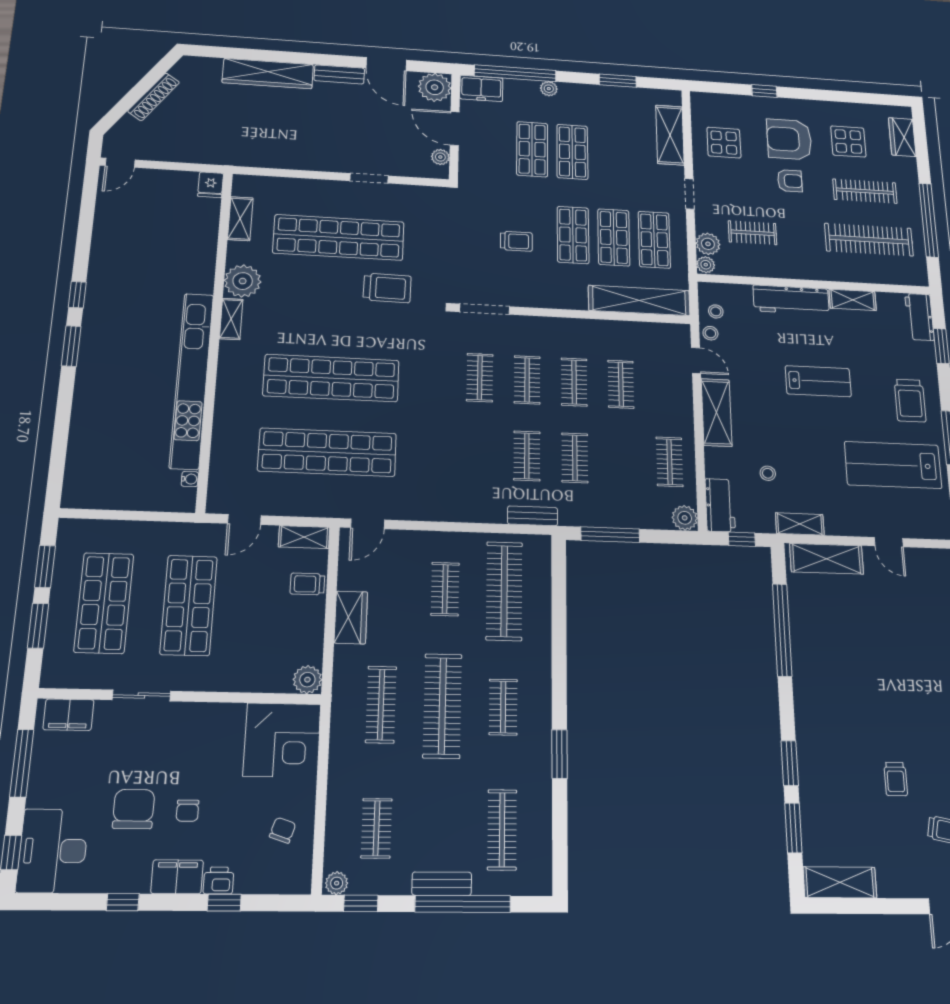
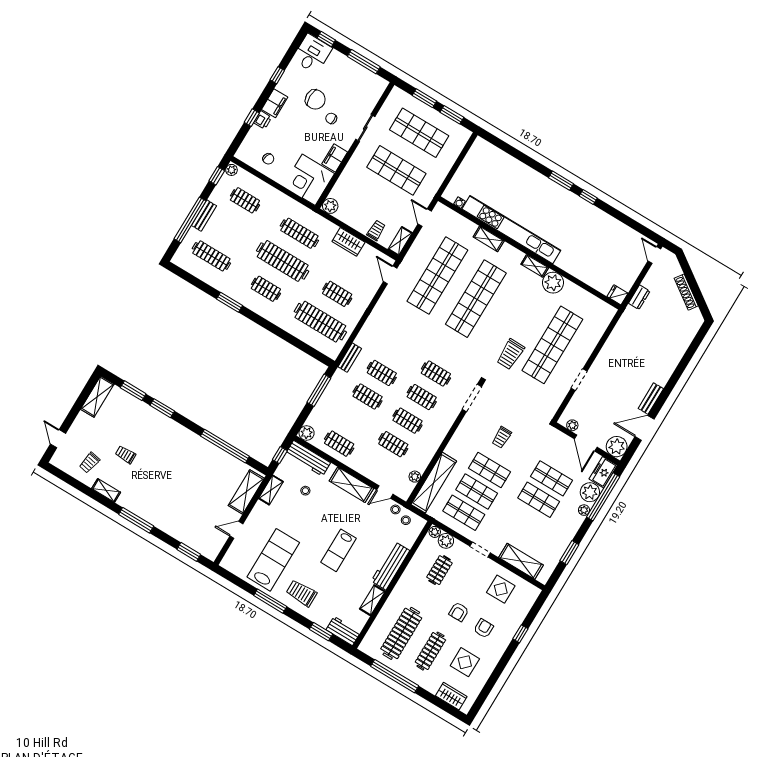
wardrobe: (268, 74) -> (671, 360), removed
plant: (520, 92) -> (590, 492), added
door: (455, 129) -> (586, 443), swing flipped
armchair: (789, 139) -> (484, 628), width x0.53, depth x0.53
dresser: (197, 154) -> (639, 297), added
shelving: (240, 219) -> (489, 239), moved
plant: (647, 331) -> (415, 477), added
workbench: (720, 505) -> (308, 458), width x1.37
filing cabinet: (68, 715) -> (335, 158), moved
chair: (187, 811) -> (331, 118), moved
desk: (53, 851) -> (312, 54), width x0.73

